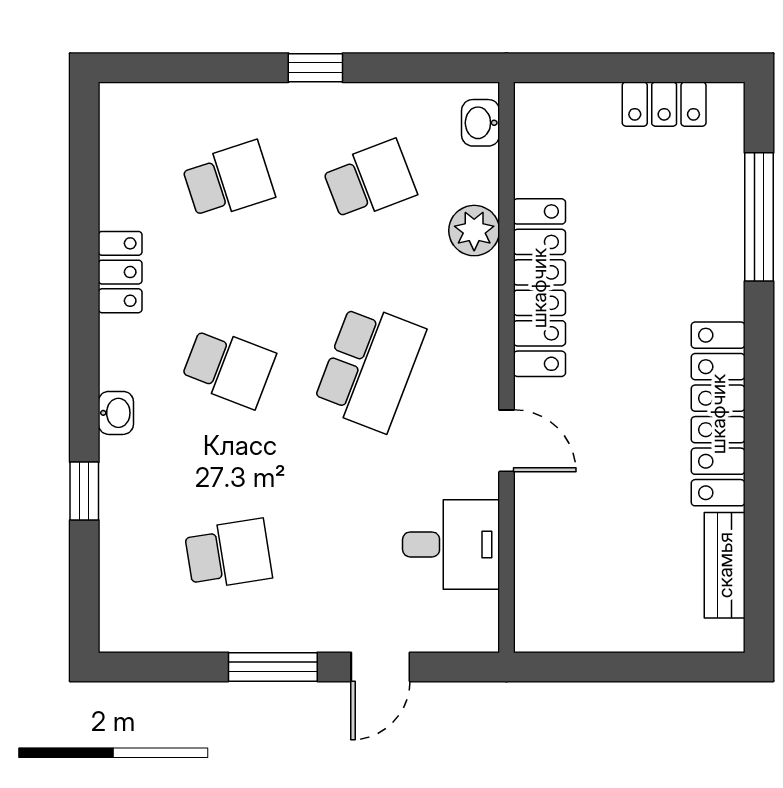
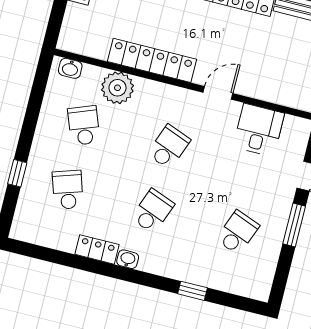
window: (315, 68) -> (17, 173), moved
plant: (474, 231) -> (117, 88), width x1.36, depth x1.36
school desk: (370, 367) -> (169, 147), width x0.54
washbasin: (116, 413) -> (128, 259), moved
school desk: (228, 554) -> (238, 232), turned 30

